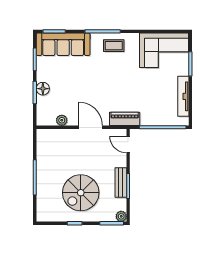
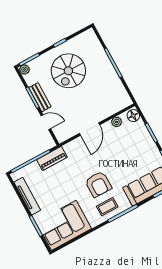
armchair: (111, 71) -> (98, 184), added
floor lamp: (43, 89) -> (133, 116), moved
piano: (125, 119) -> (52, 158), moved
door: (91, 127) -> (90, 129), hinge flipped
door: (128, 144) -> (46, 122), moved
spiral stairs: (81, 193) -> (68, 71), turned 180

